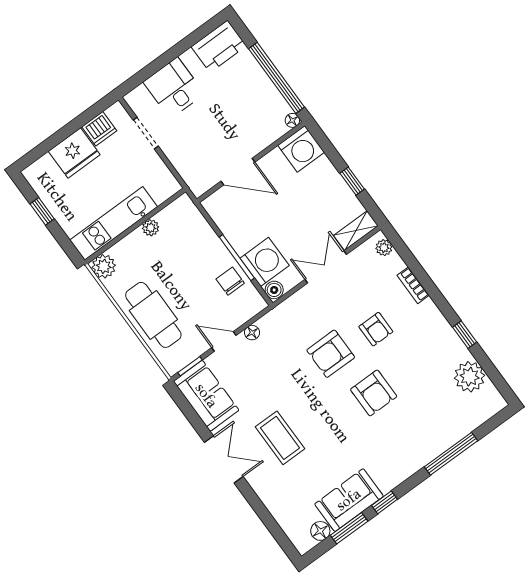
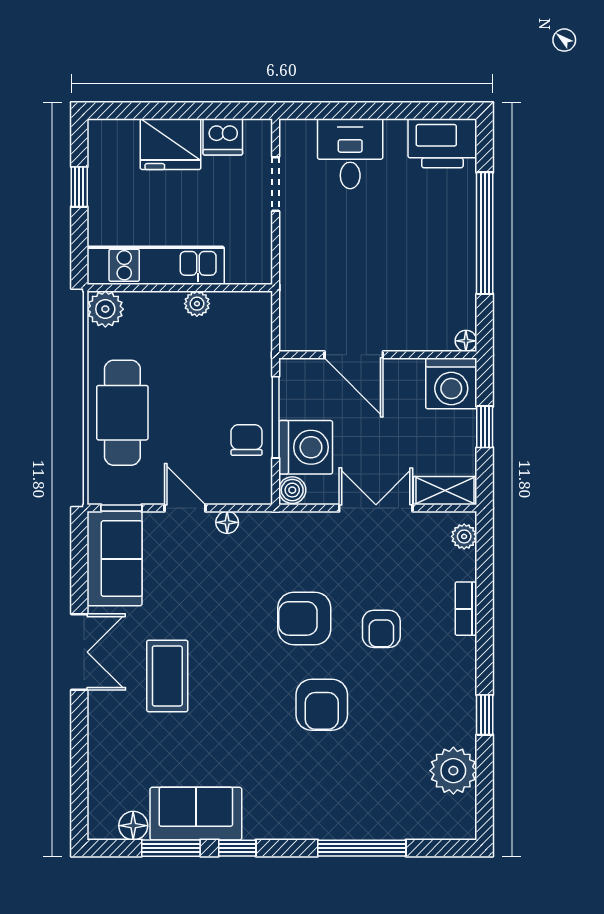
floor lamp: (292, 120) -> (466, 341), moved
washing machine: (301, 149) -> (451, 383), moved
wall: (251, 162) -> (378, 355), moved
door: (238, 172) -> (354, 355), moved

